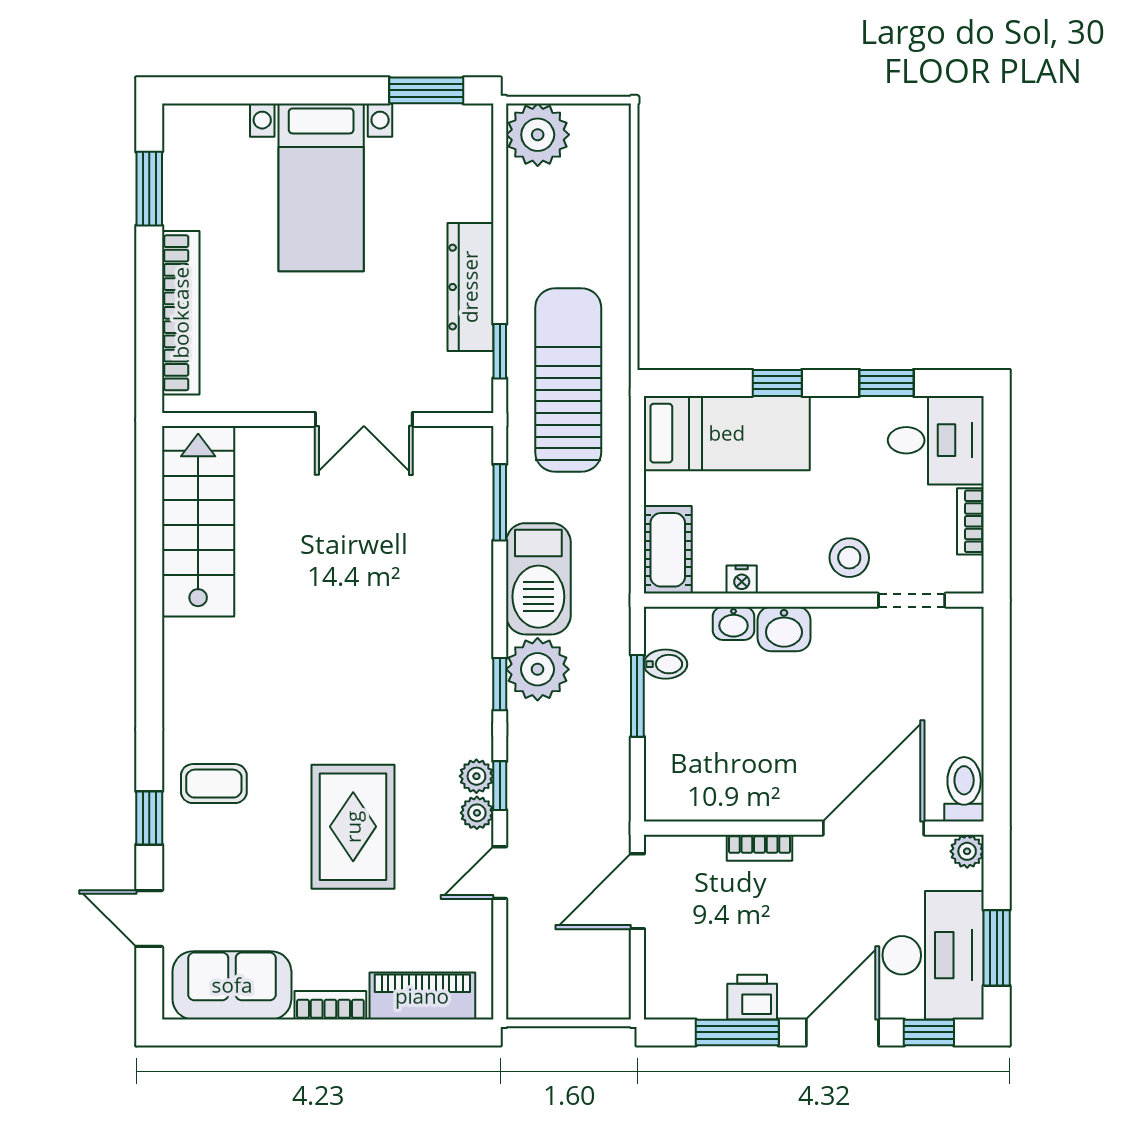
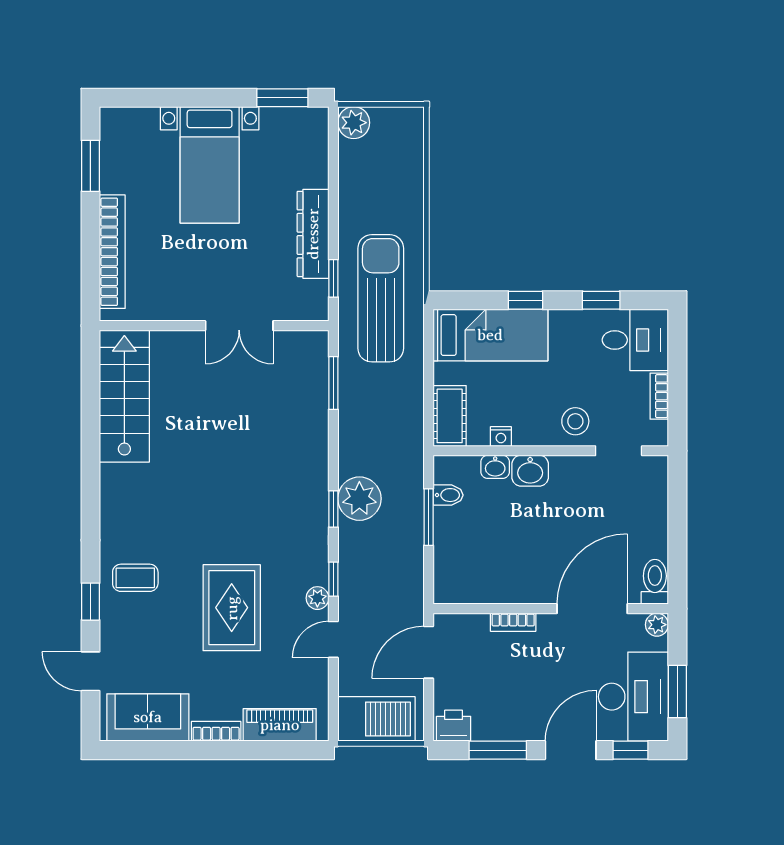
plant: (538, 135) -> (354, 123), width x0.73, depth x0.73
barbecue: (538, 579) -> (376, 719), moved, turned -90
plant: (476, 776) -> (317, 573), removed
printer: (752, 997) -> (454, 726), moved

